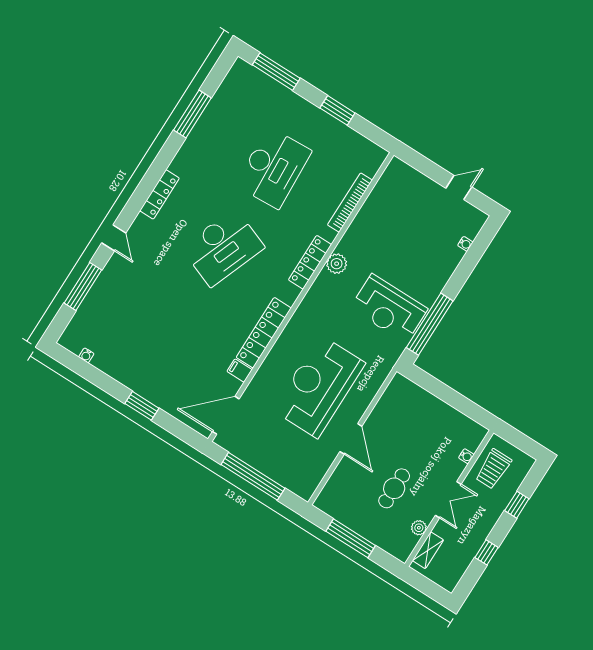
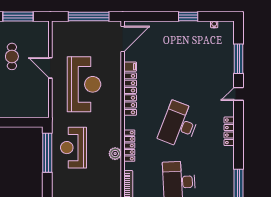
door: (114, 238) -> (239, 94), hinge flipped
reception desk: (389, 308) -> (73, 148), turned -90
window: (142, 406) -> (188, 16), moved

